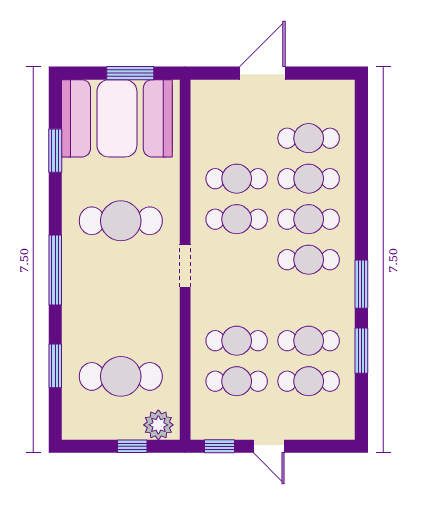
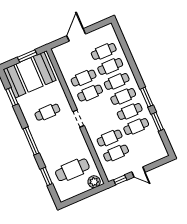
cafe table: (121, 221) -> (47, 112), width x0.73, depth x0.74
cafe table: (309, 381) -> (130, 111), moved
window: (132, 446) -> (88, 194), removed

